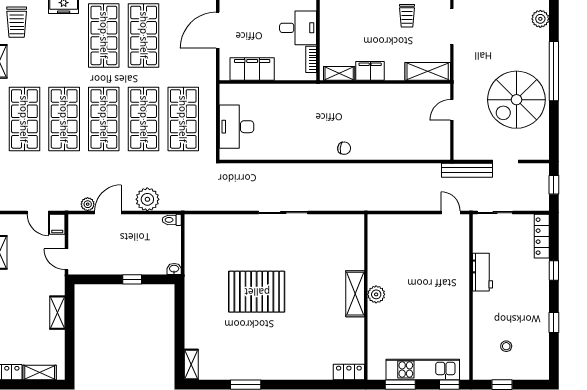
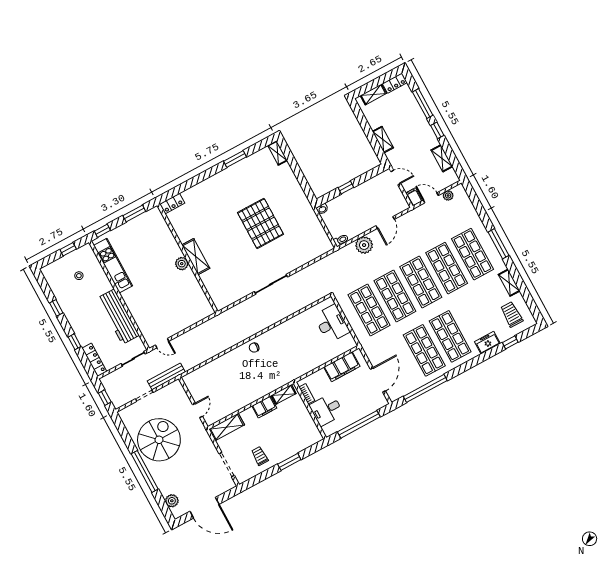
plant: (88, 204) -> (448, 195), moved
workbench: (482, 272) -> (118, 317), width x1.88, depth x1.32
pallet: (257, 292) -> (260, 223), turned 90
kitchen unit: (423, 369) -> (113, 266), moved, turned -90

